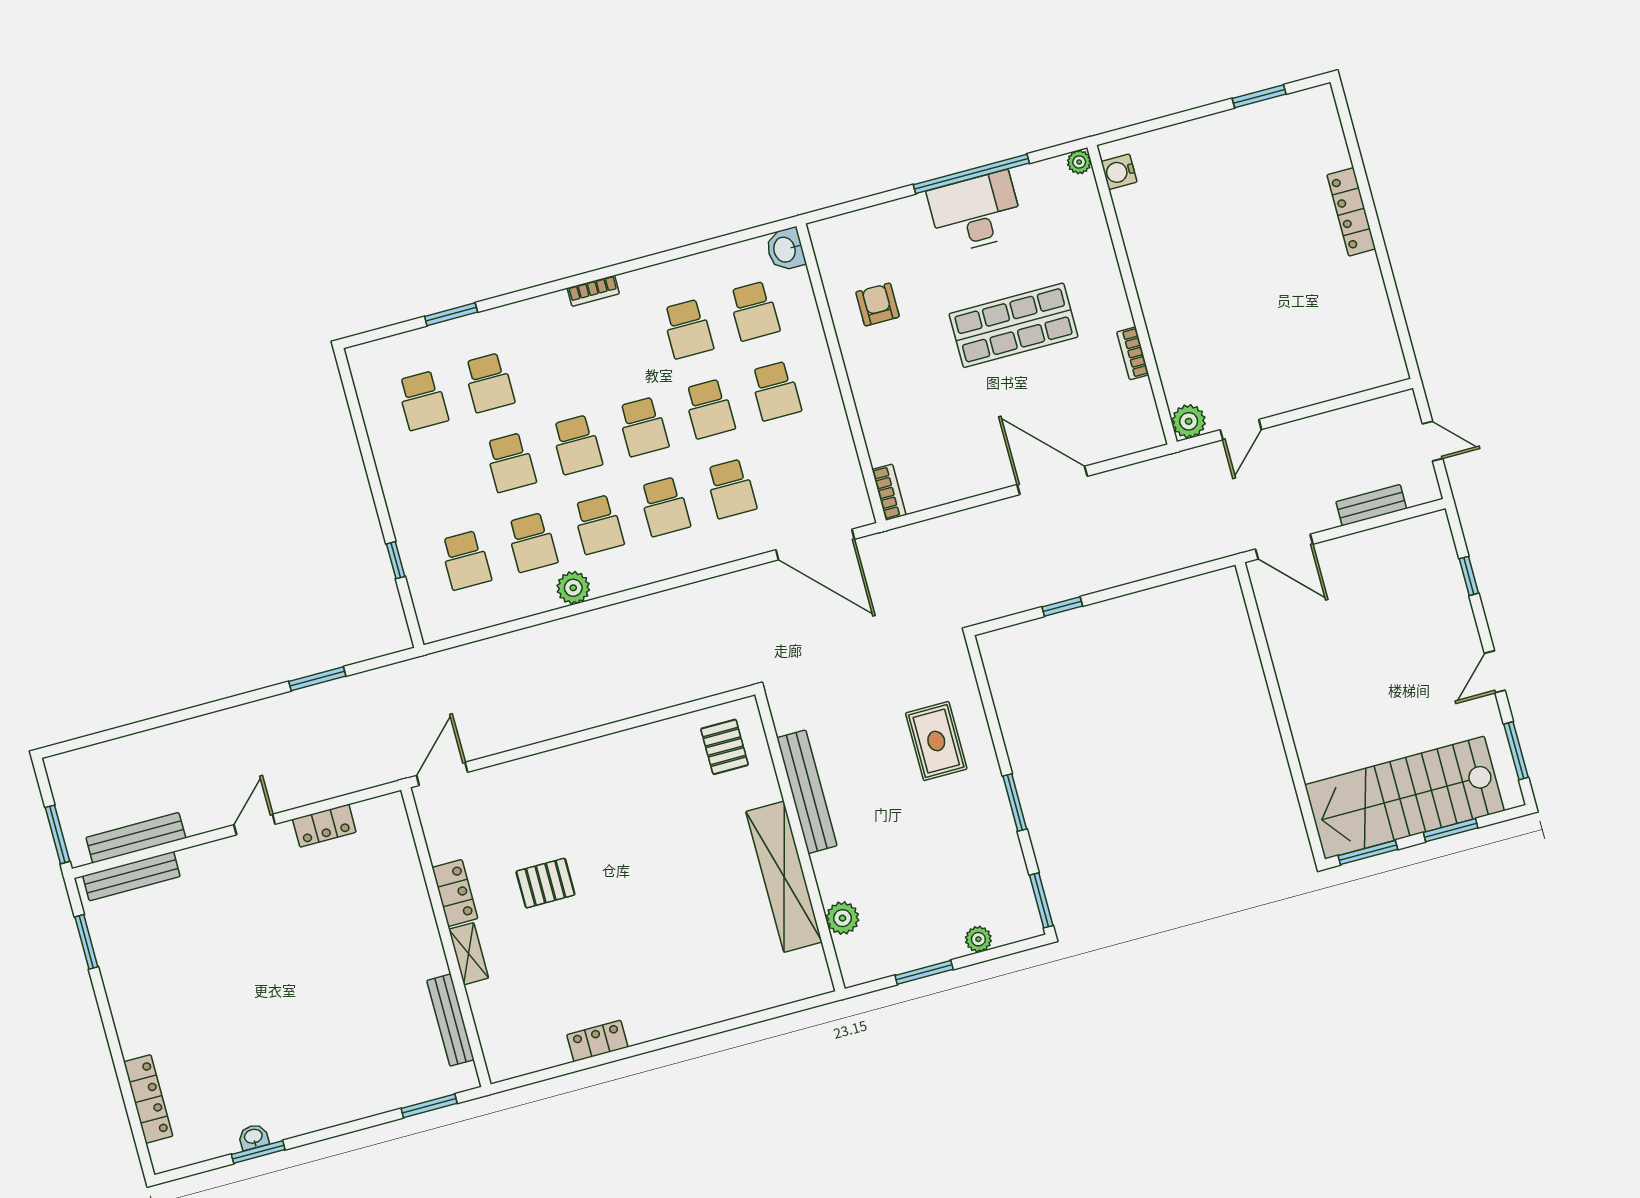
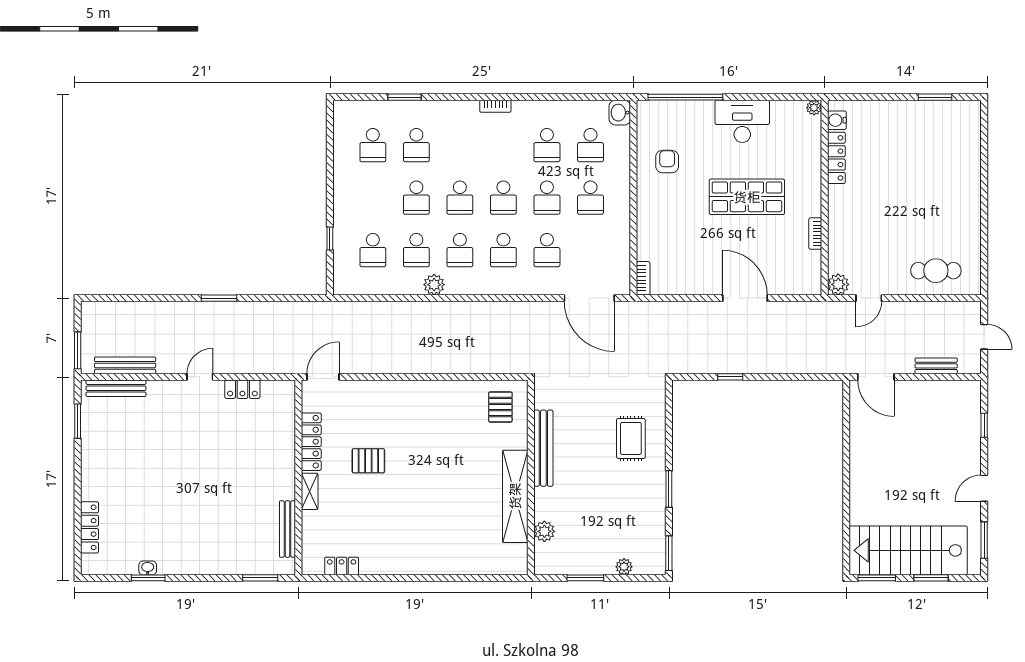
window: (971, 174) -> (685, 97), moved
locker: (1351, 212) -> (836, 158), moved, turned 180
cafe table: (1332, 360) -> (936, 271), added
window: (317, 679) -> (219, 298), moved
locker: (455, 893) -> (311, 442), width x1.53
locker: (597, 1041) -> (342, 566), moved

